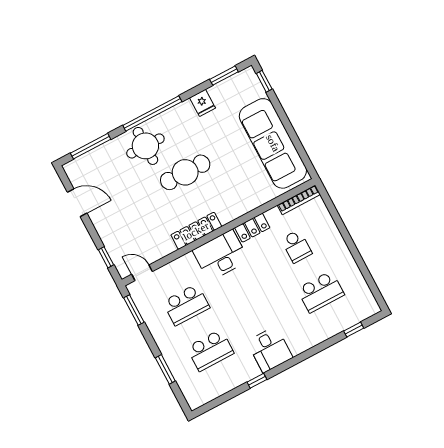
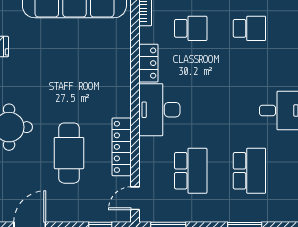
cafe table: (185, 172) -> (69, 153), moved
locker: (196, 231) -> (122, 147), moved
school desk: (321, 292) -> (249, 28), width x0.54

